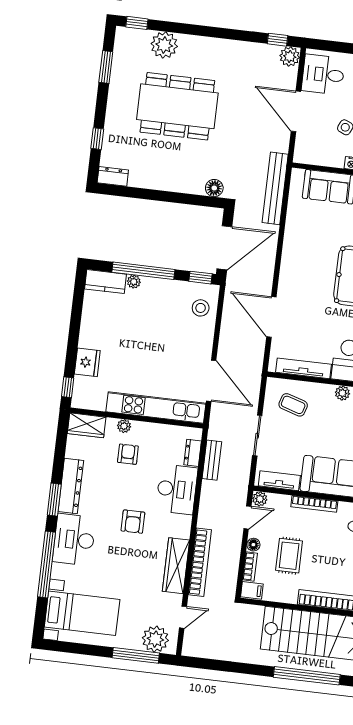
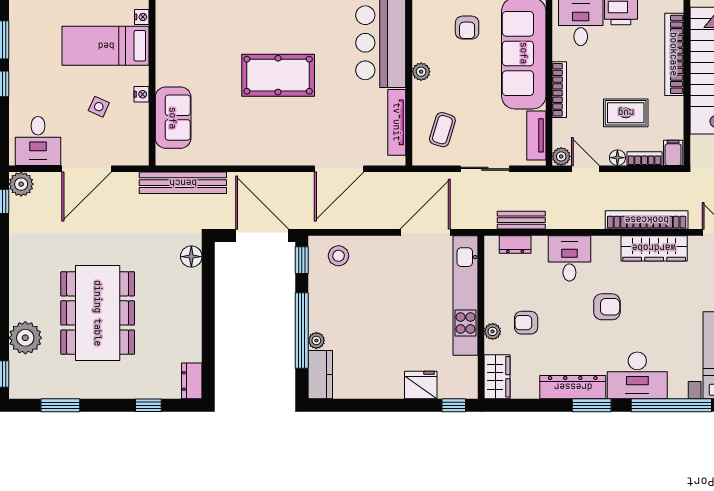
desk: (177, 489) -> (569, 258), width x0.73

